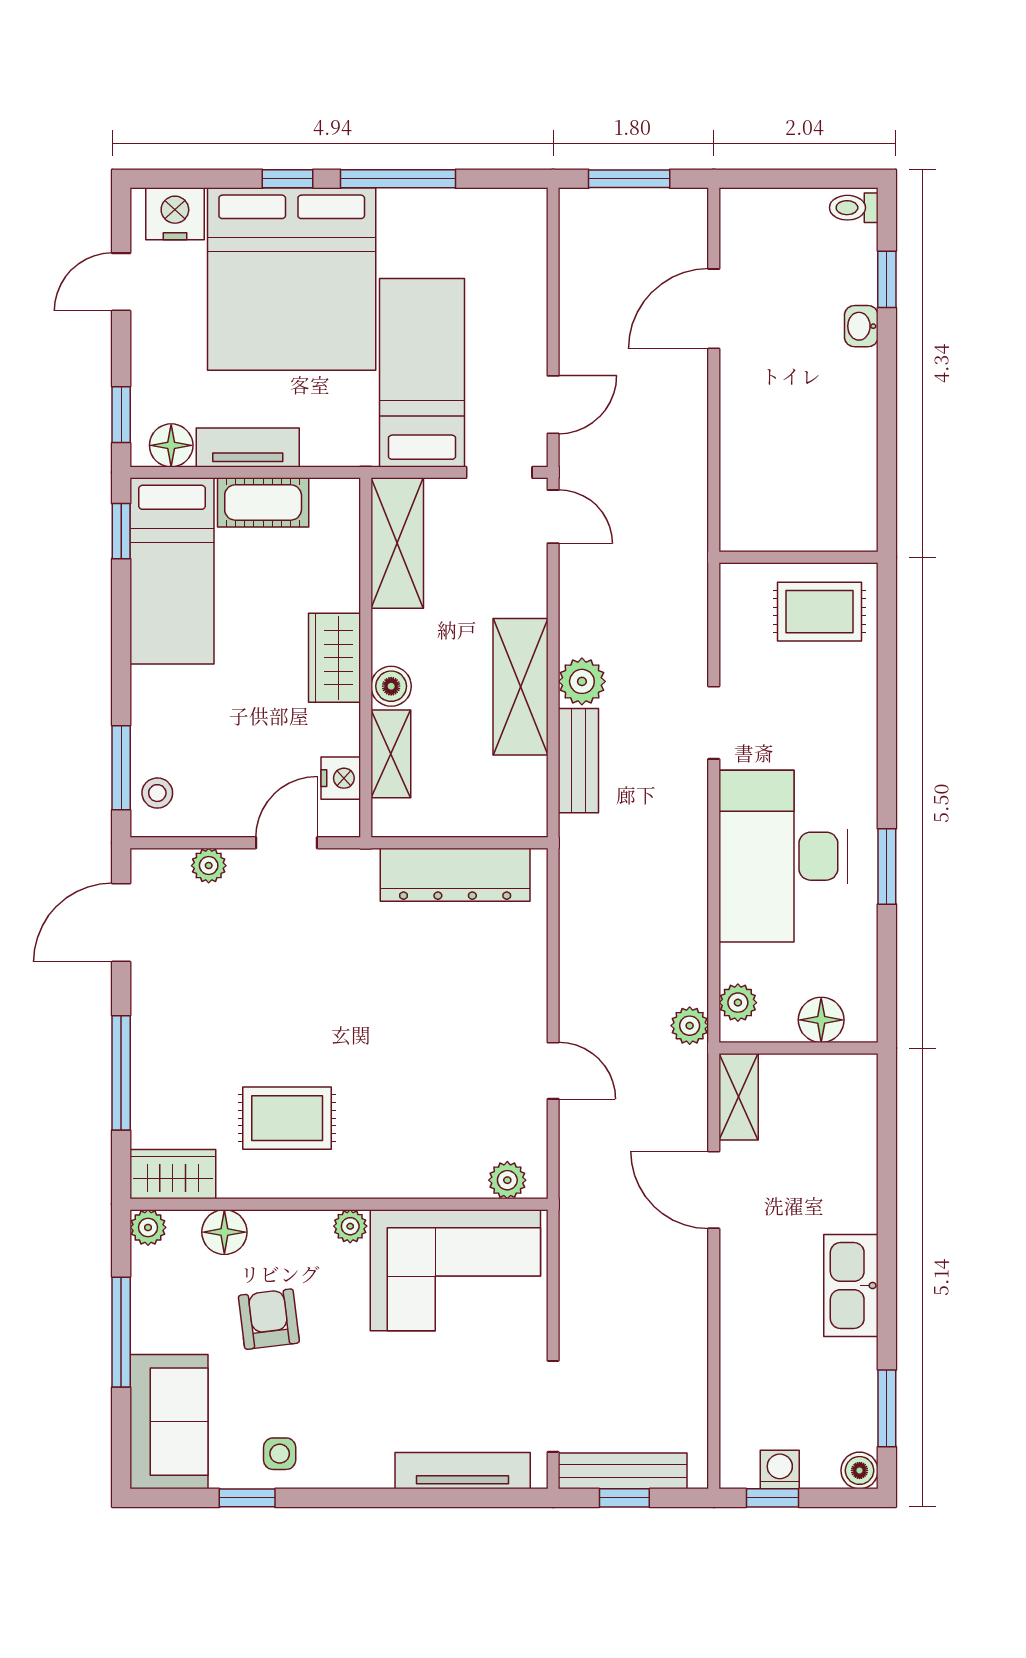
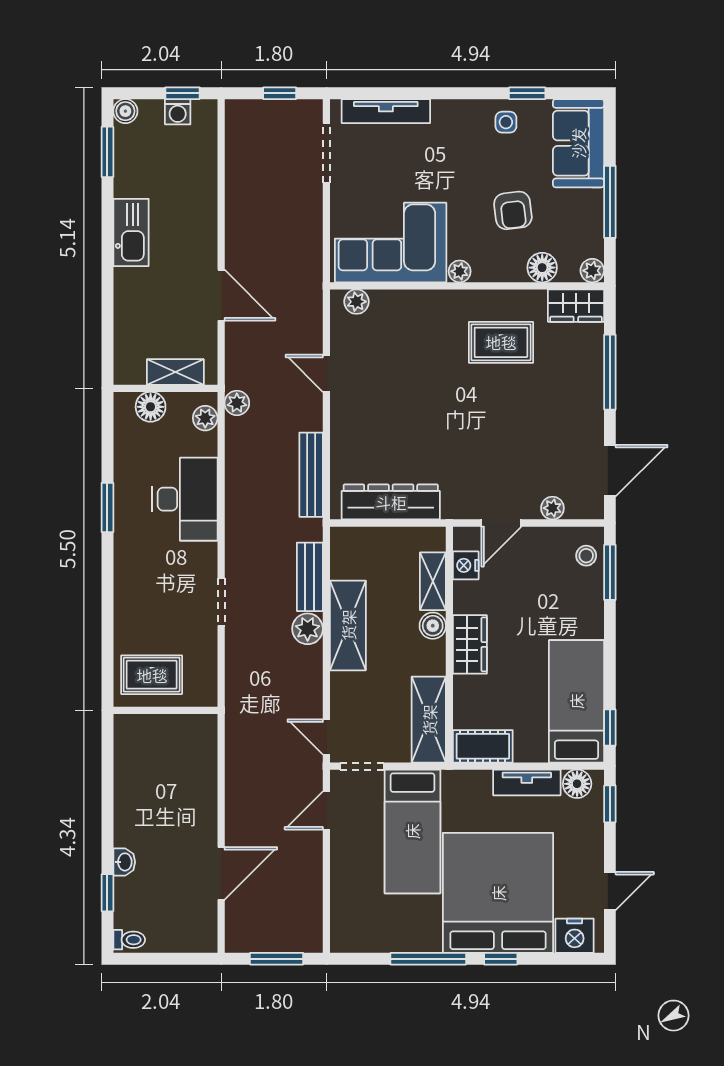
cot: (263, 502) -> (483, 746), moved
desk: (784, 856) -> (185, 499), width x0.73, depth x0.77
shelving: (739, 1097) -> (175, 372), moved, turned 90
bench: (623, 1471) -> (311, 475), moved, turned 90

